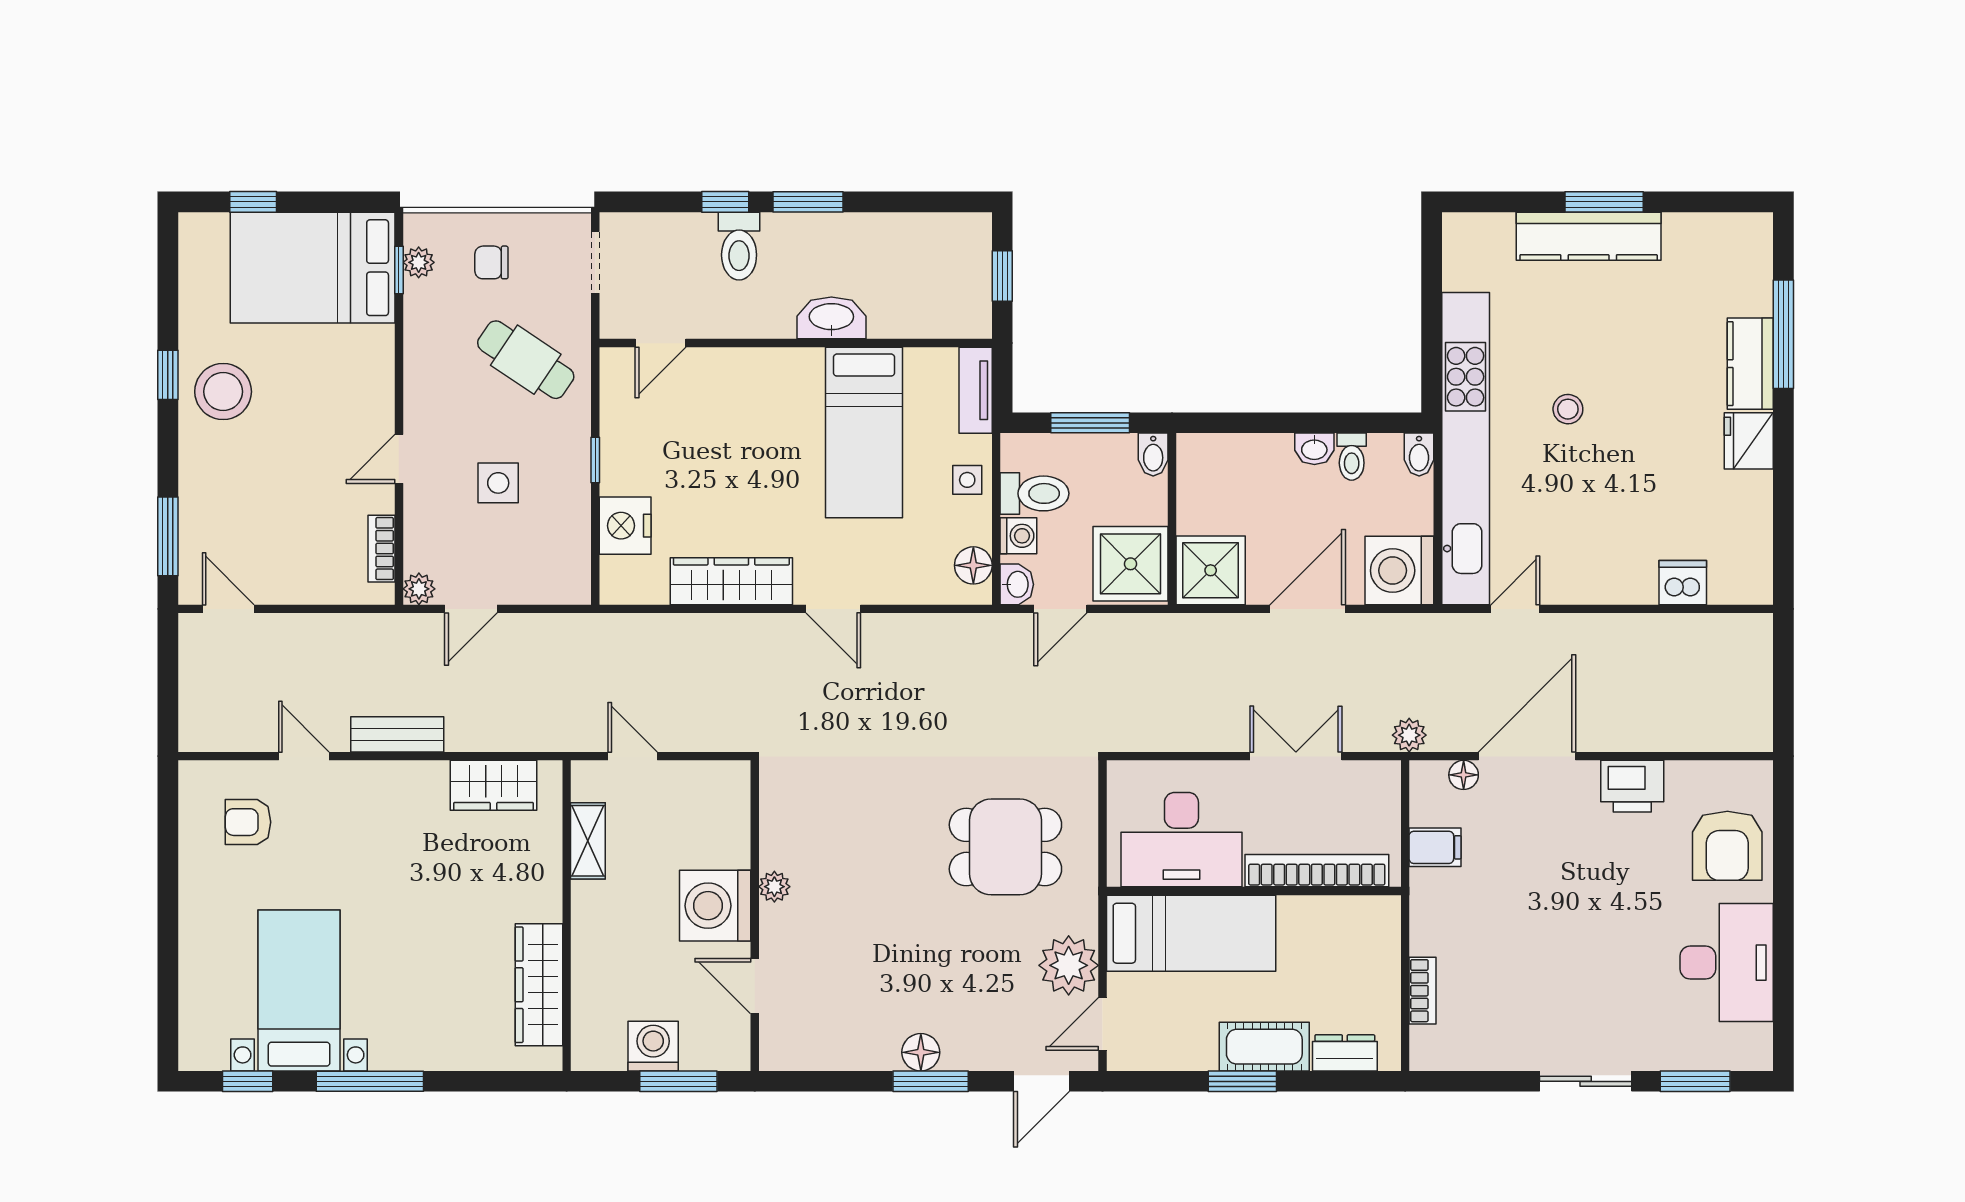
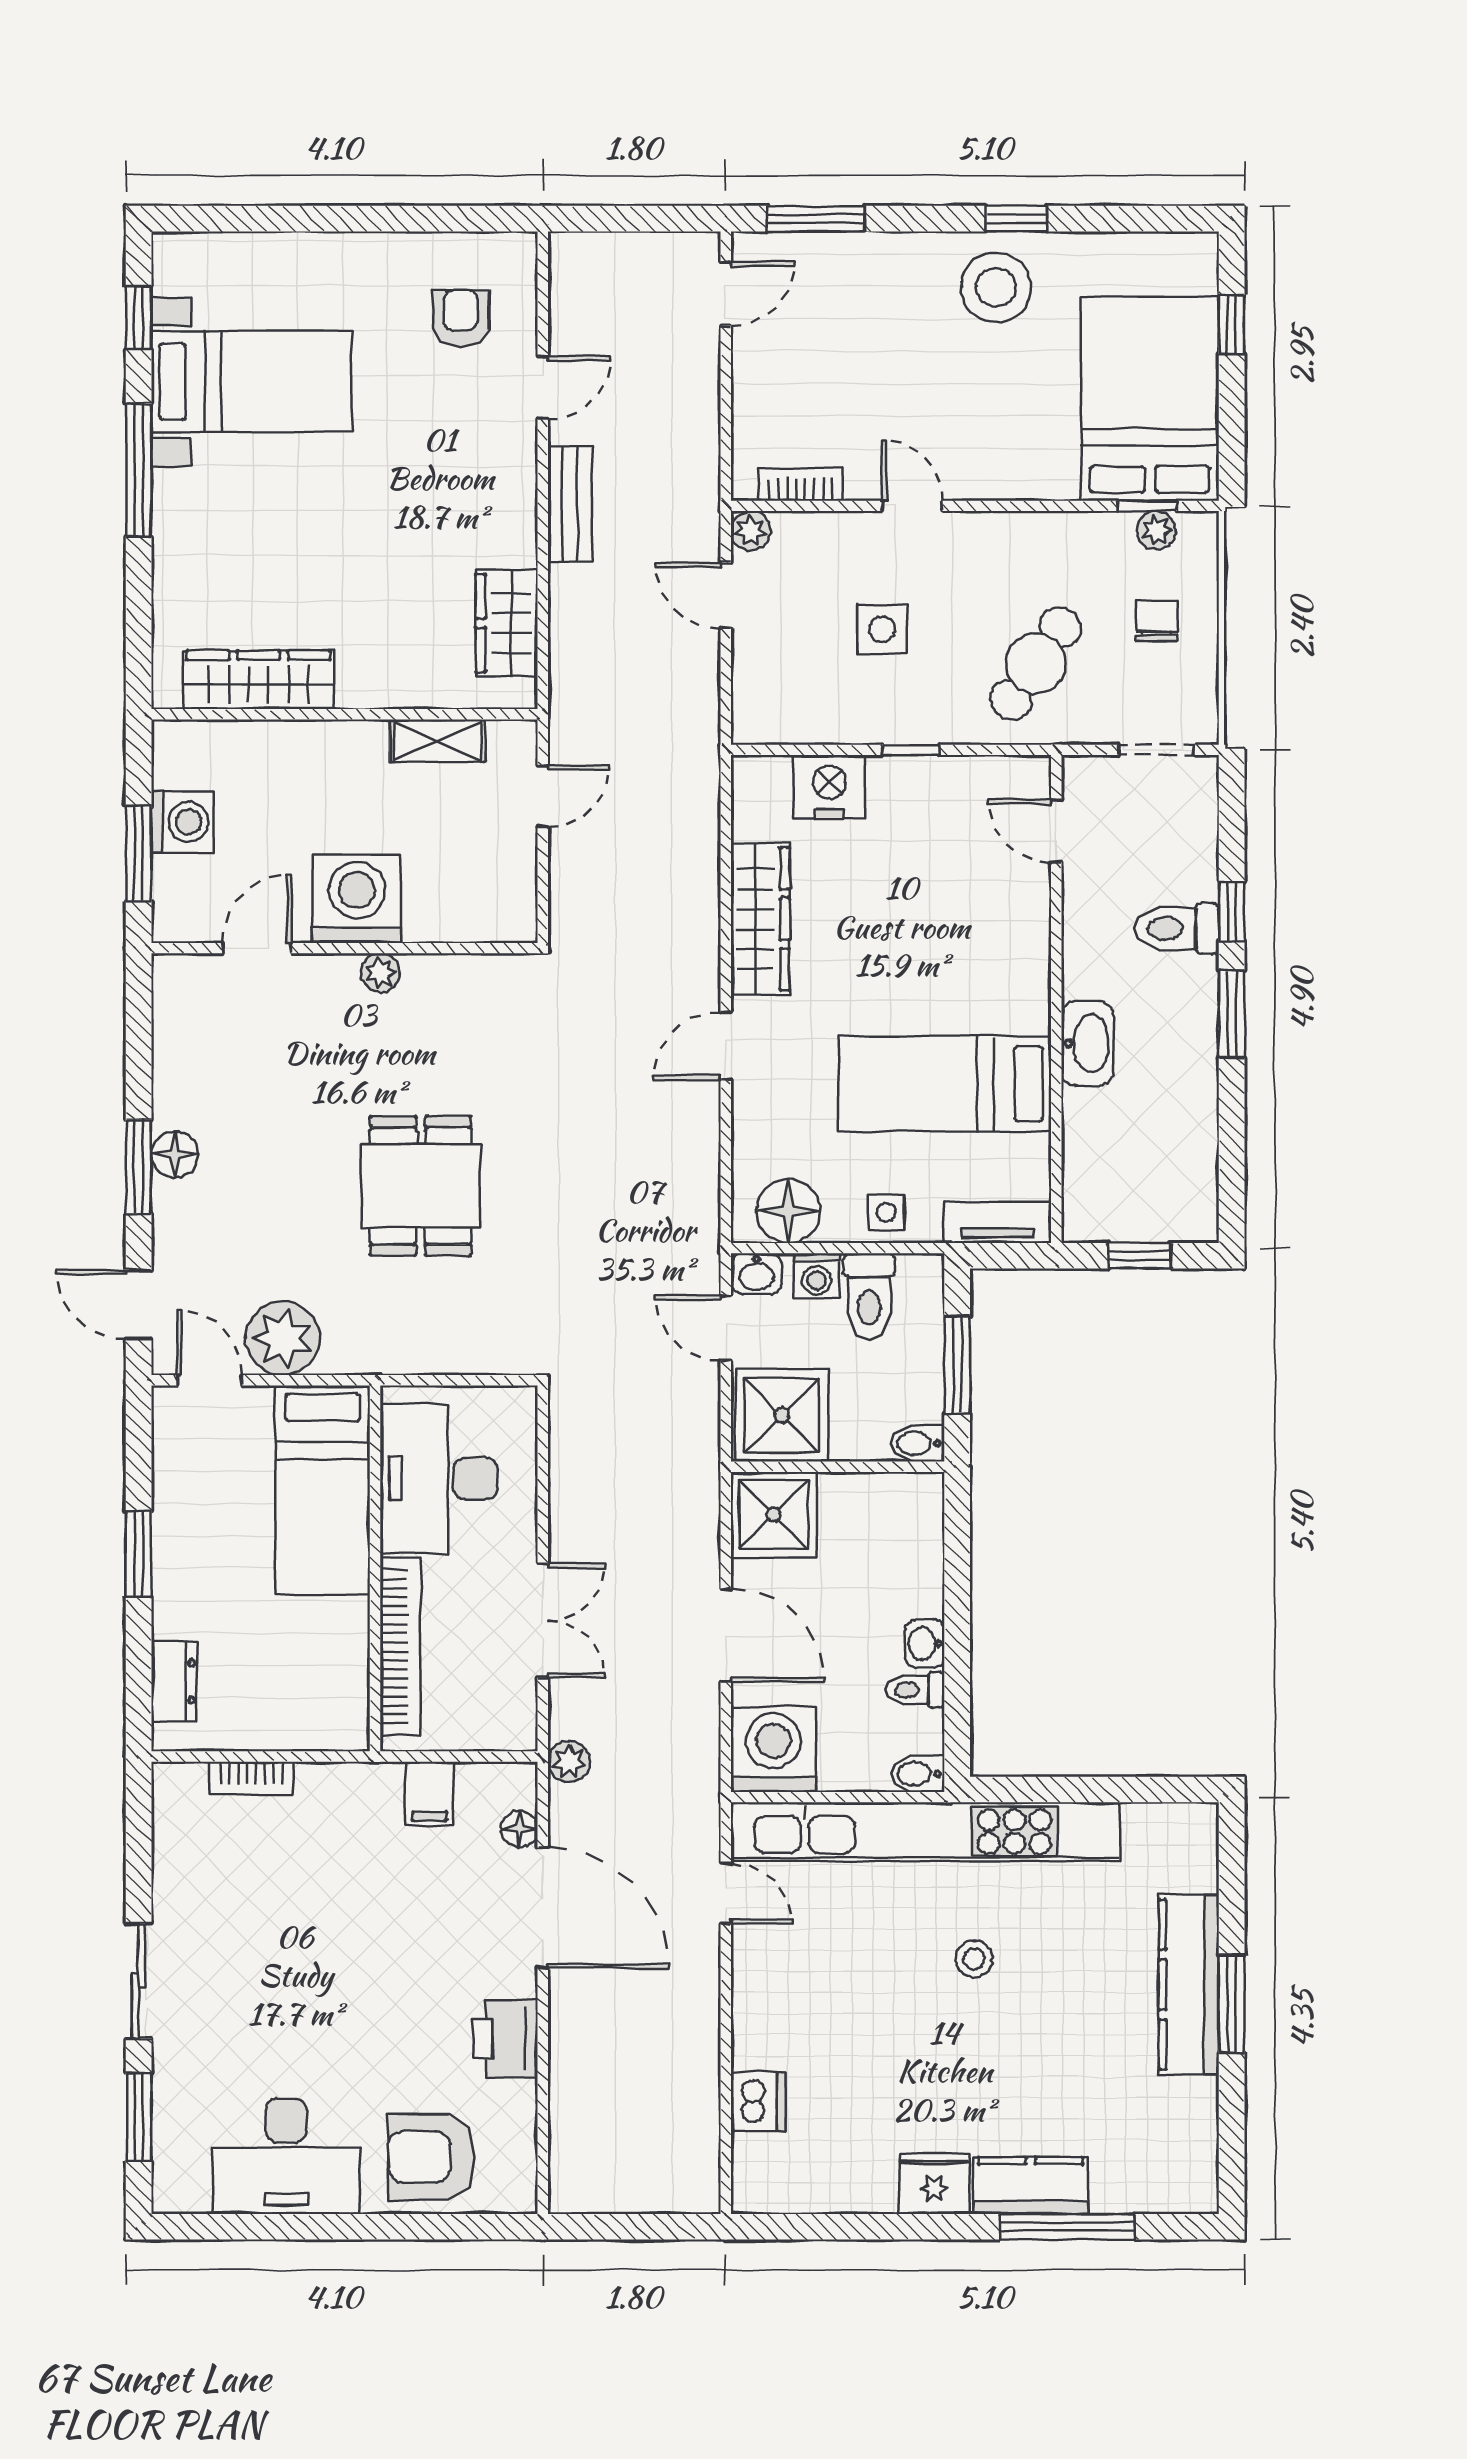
floor lamp: (973, 565) -> (788, 1211), width x1.38, depth x1.38
dining table: (1005, 847) -> (421, 1186), moved
cot: (1264, 1047) -> (182, 1581), removed

